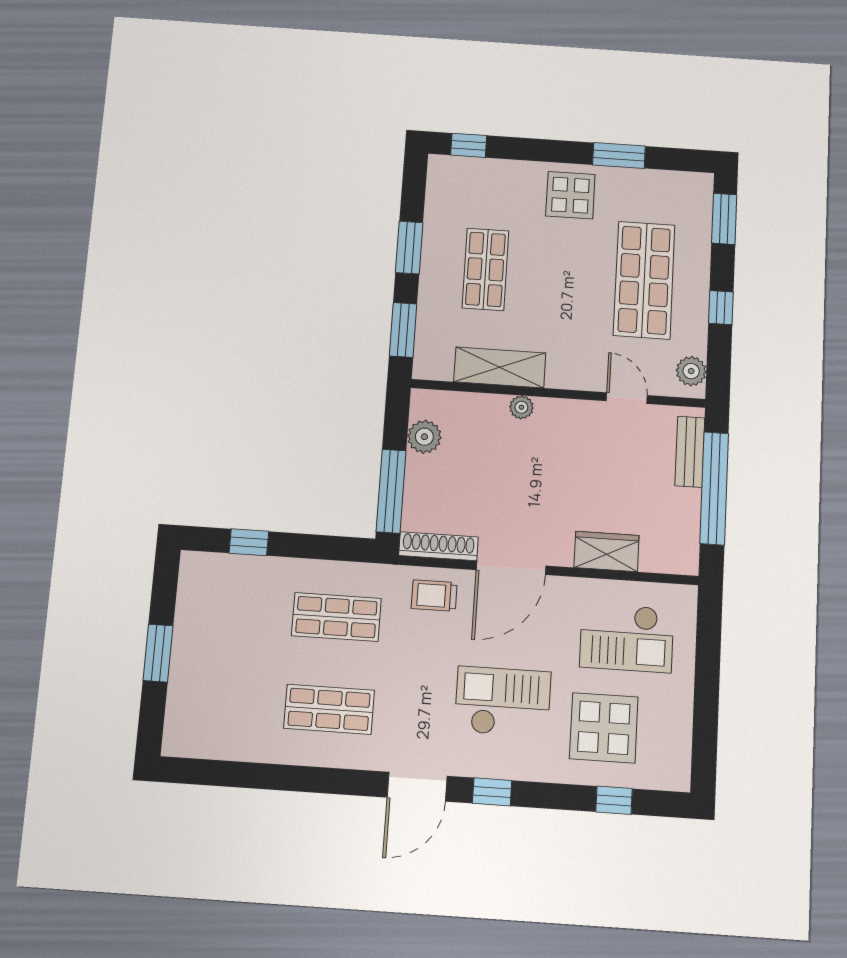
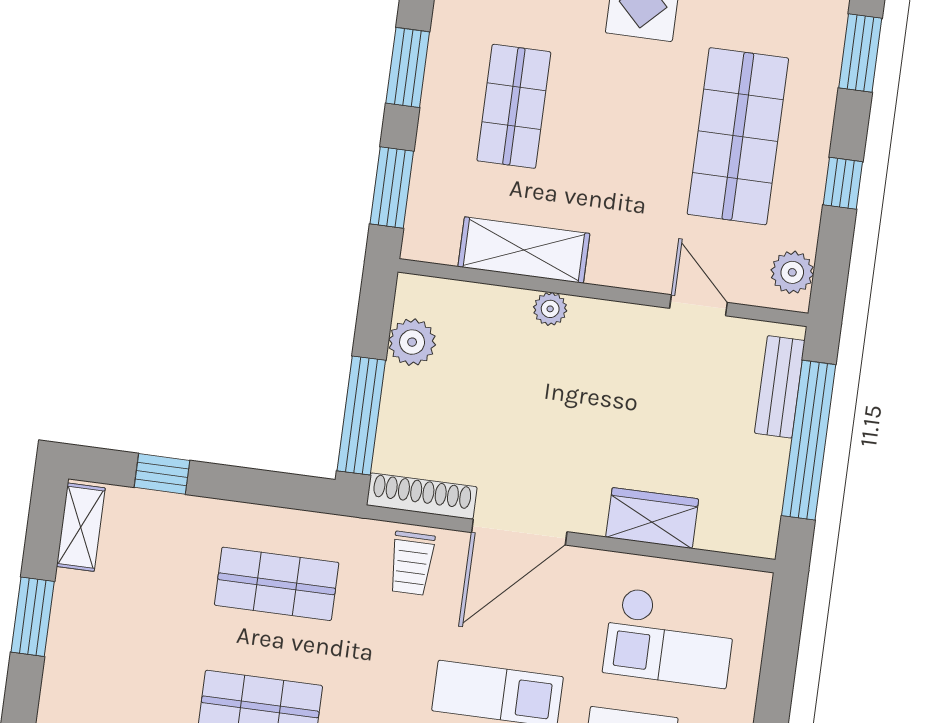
shelving: (191, 585) -> (81, 527), added
trolley: (434, 596) -> (412, 563), turned -90

